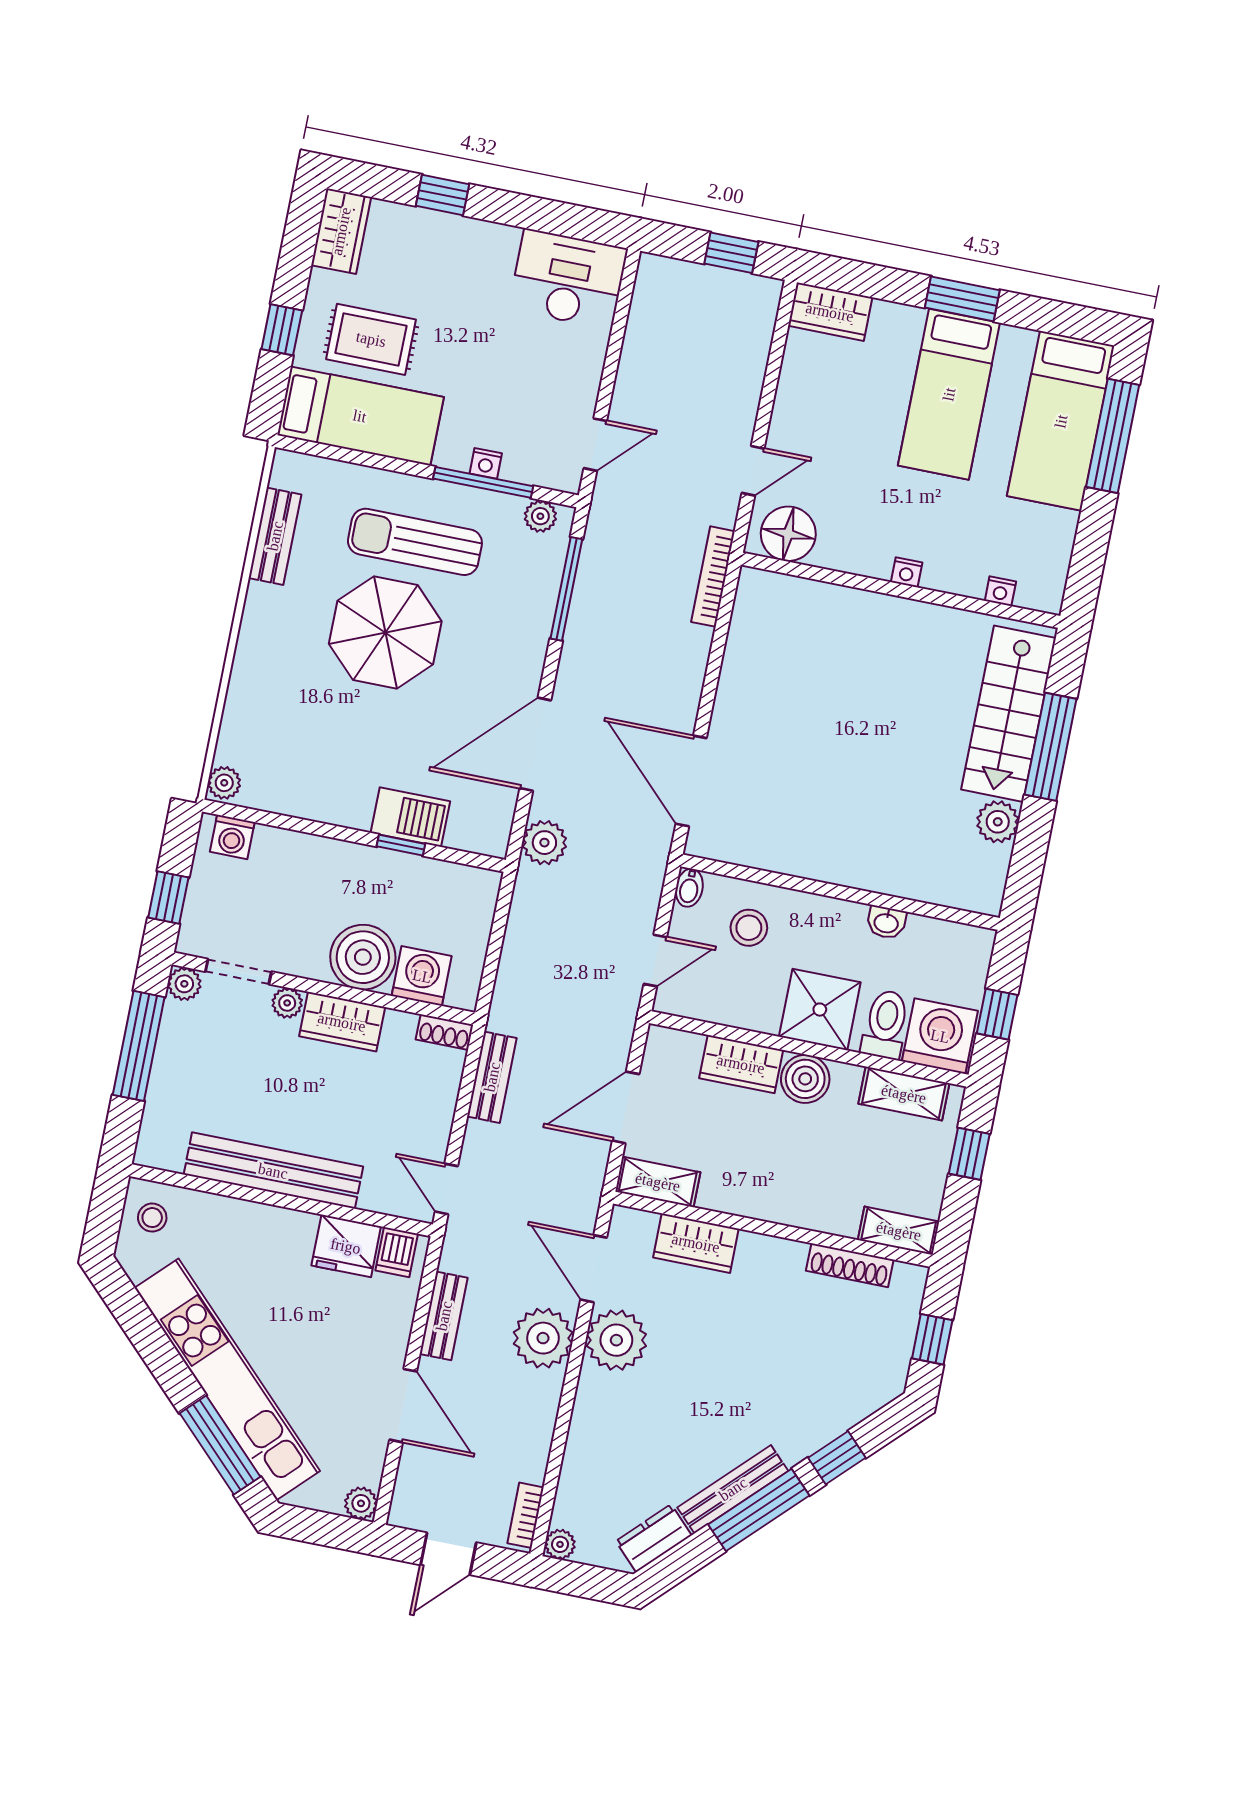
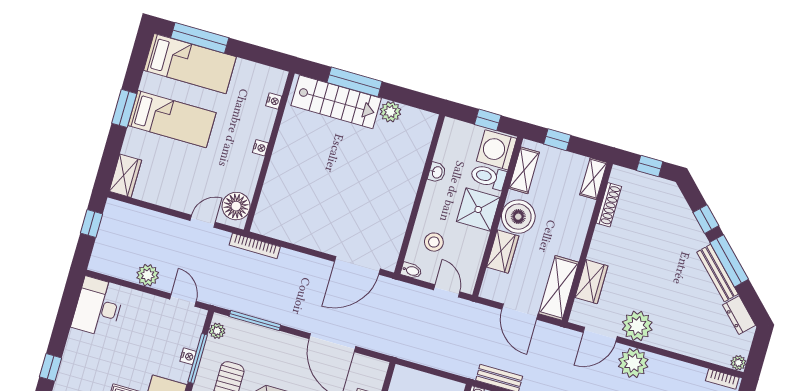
door: (753, 471) -> (203, 221), hinge flipped
plant: (544, 843) -> (148, 275), moved
boiler: (805, 1079) -> (518, 217), width x1.37, depth x1.37
shelving: (658, 1182) -> (559, 288), width x1.50, depth x1.33

